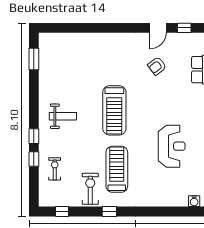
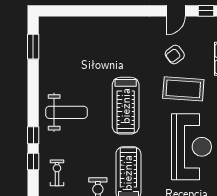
coffee table: (164, 96) -> (183, 89), added
weight bench: (63, 116) -> (67, 112), width x1.36, depth x1.33
reception desk: (172, 146) -> (191, 147), width x1.36, depth x1.30

